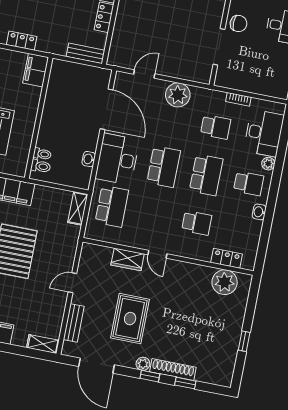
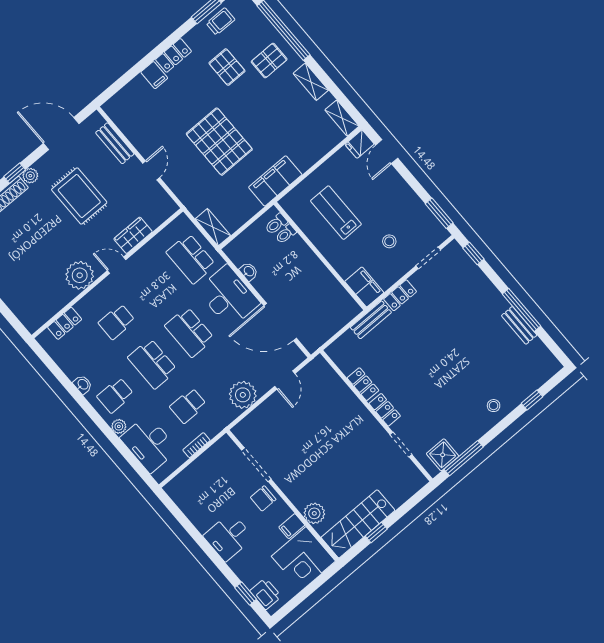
bench: (85, 53) -> (371, 320), moved
plant: (225, 282) -> (80, 275), moved
shelving: (43, 344) -> (118, 101), removed

